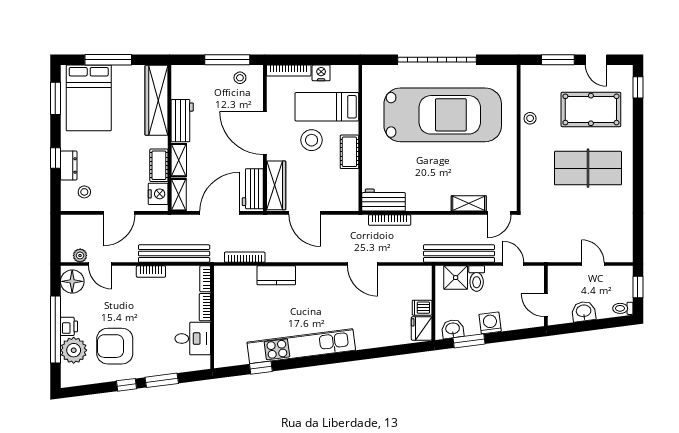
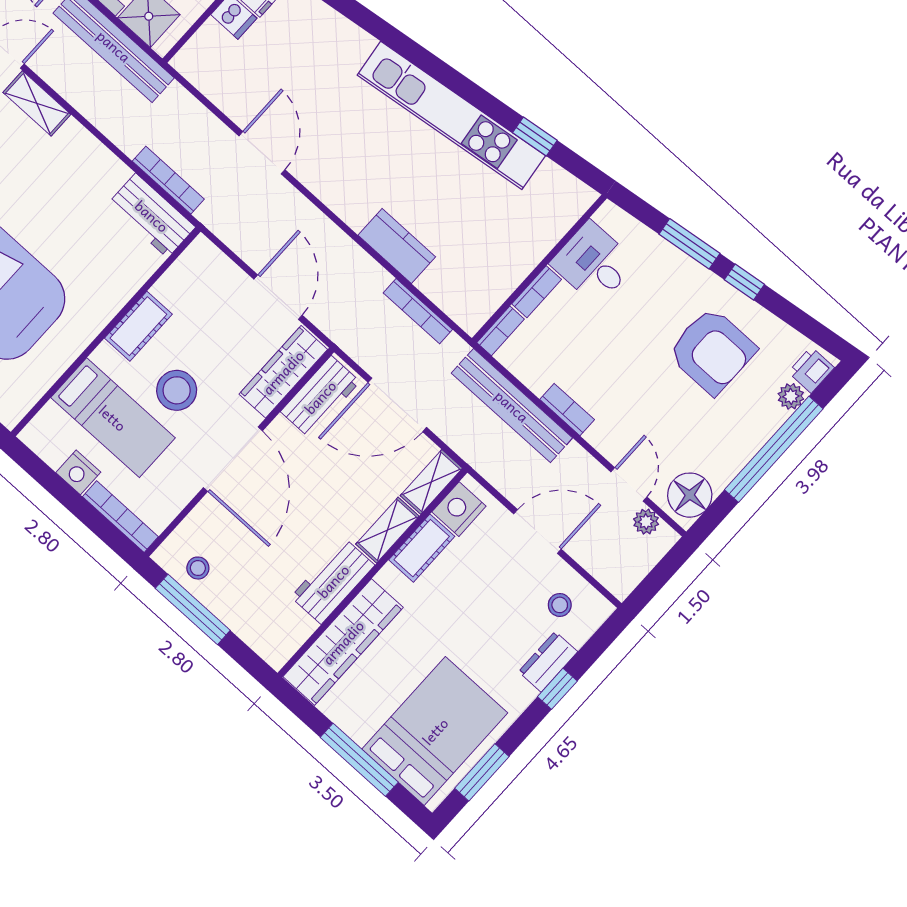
printer: (69, 326) -> (811, 370), moved
plant: (74, 350) -> (791, 396), width x0.53, depth x0.53

